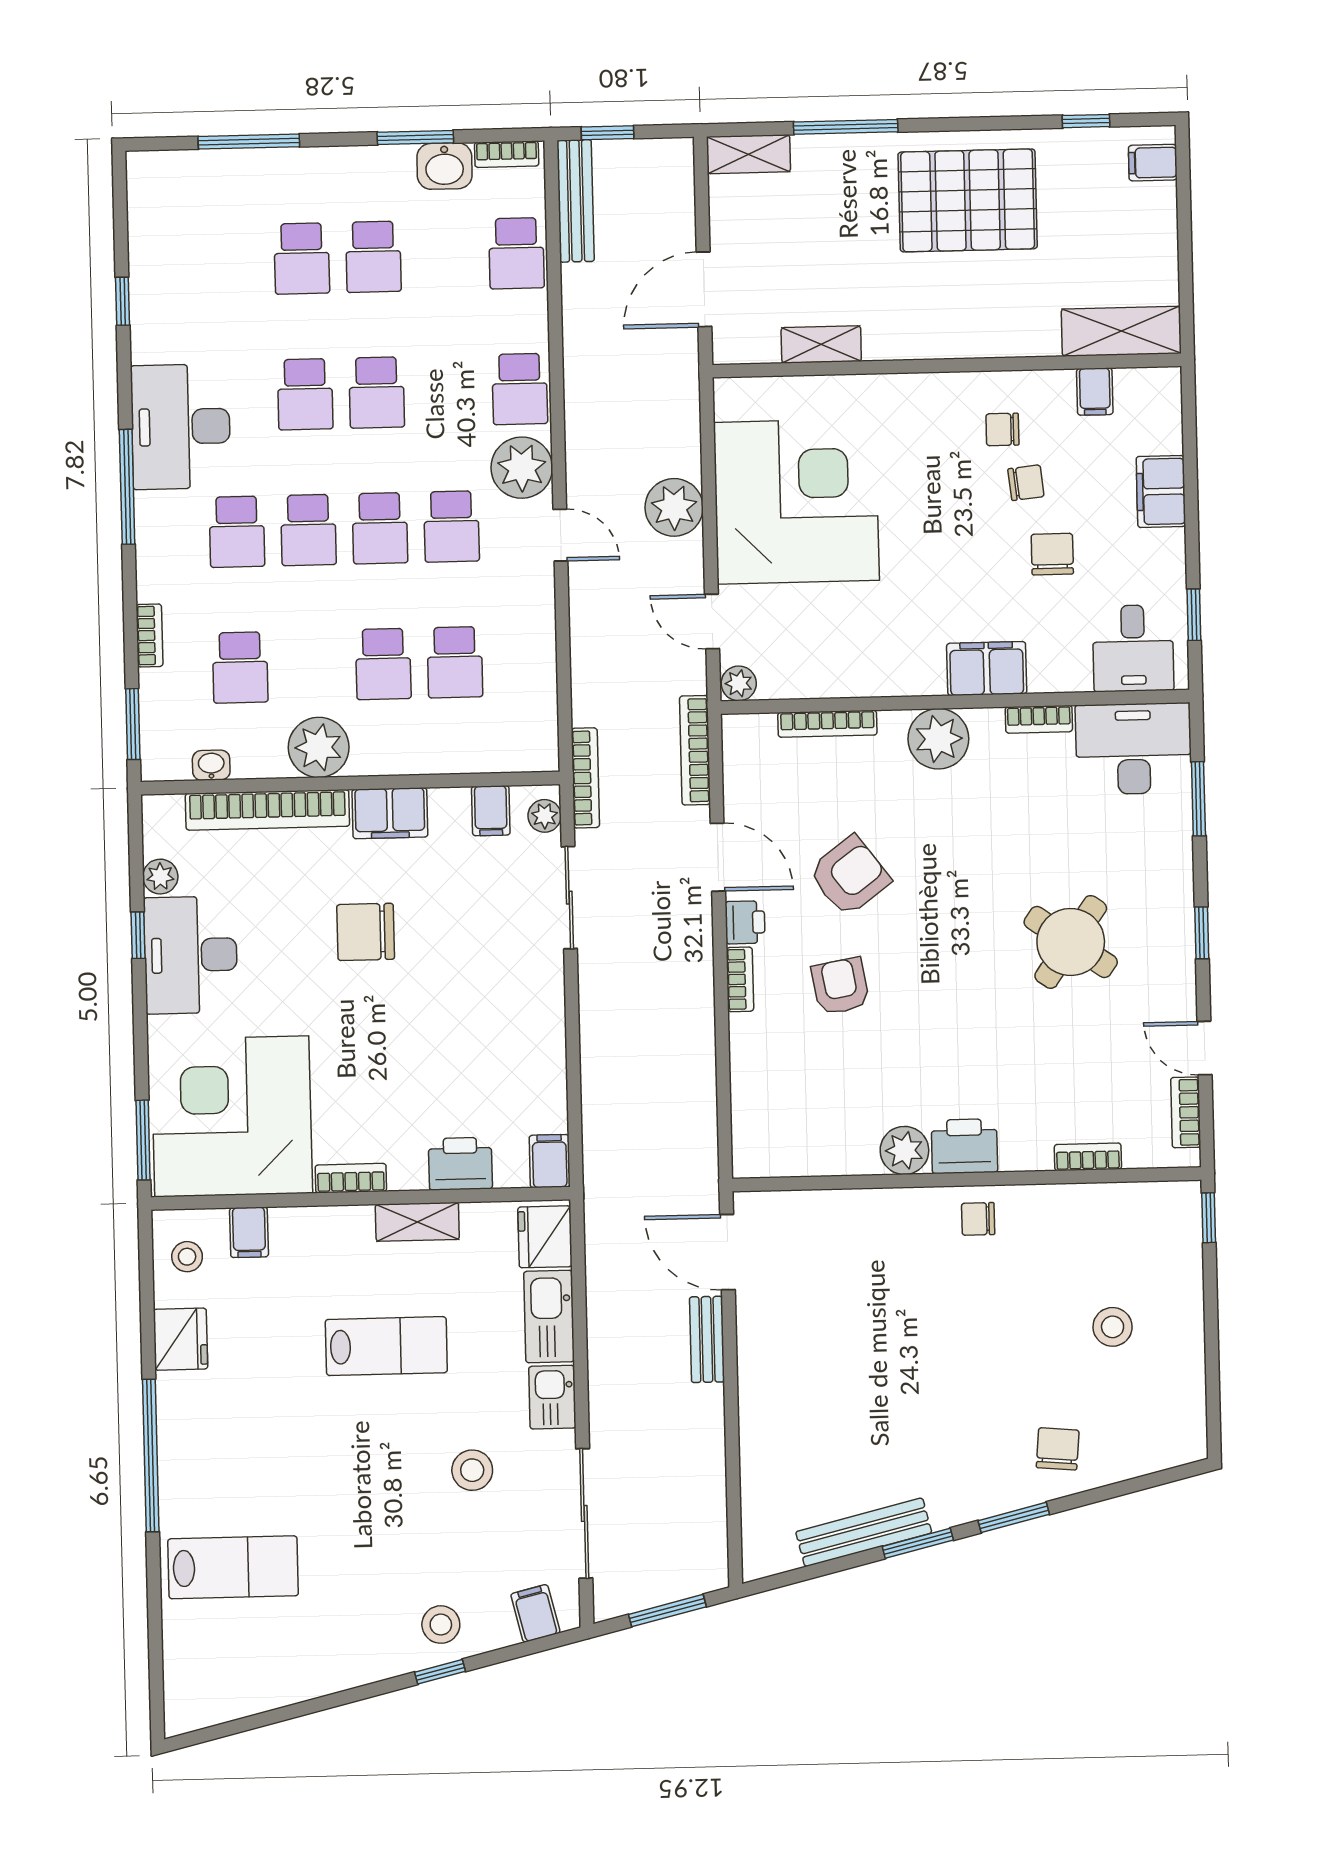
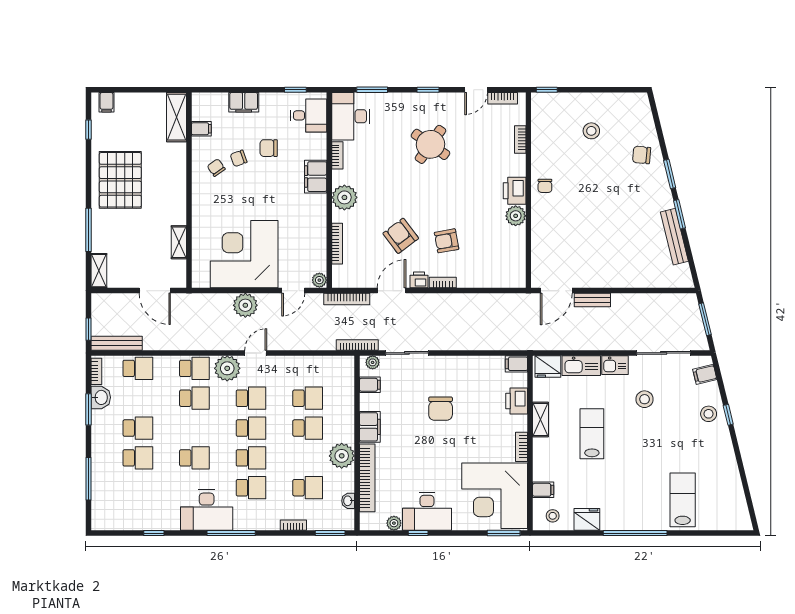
school desk: (377, 393) -> (194, 398), moved
chair: (1002, 429) -> (216, 168), turned 145
chair: (1026, 483) -> (239, 158), turned -104
chair: (366, 932) -> (441, 409), moved

